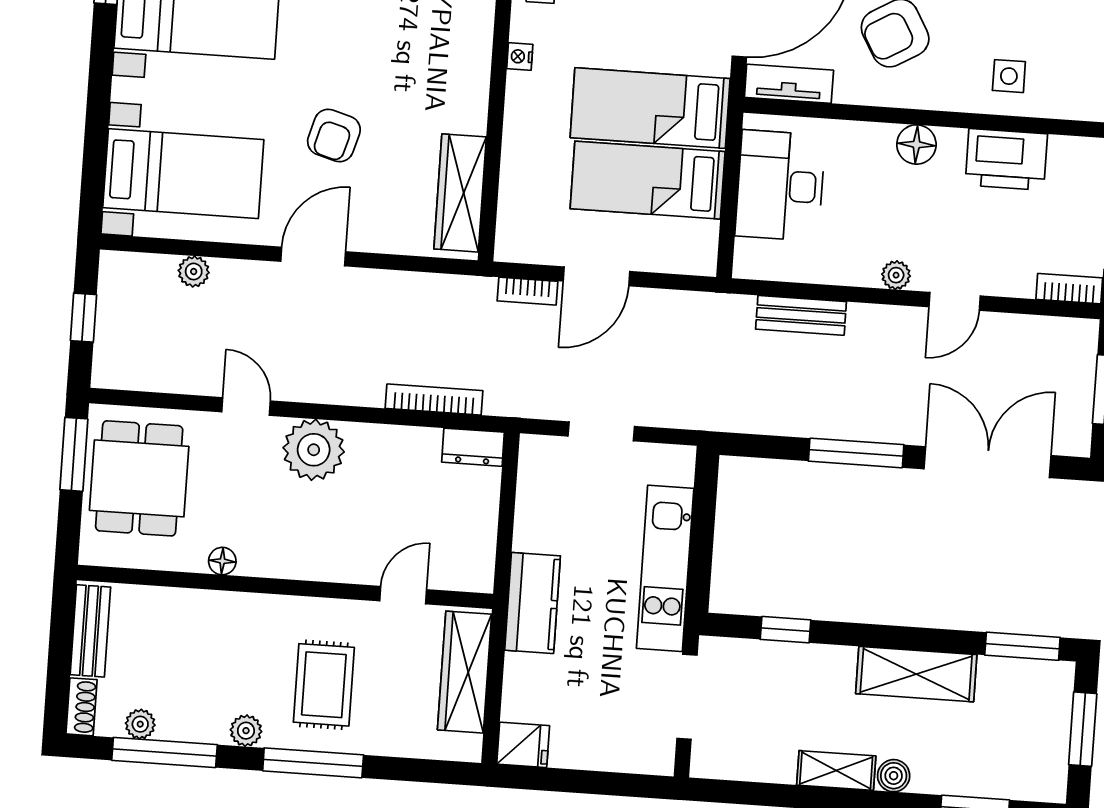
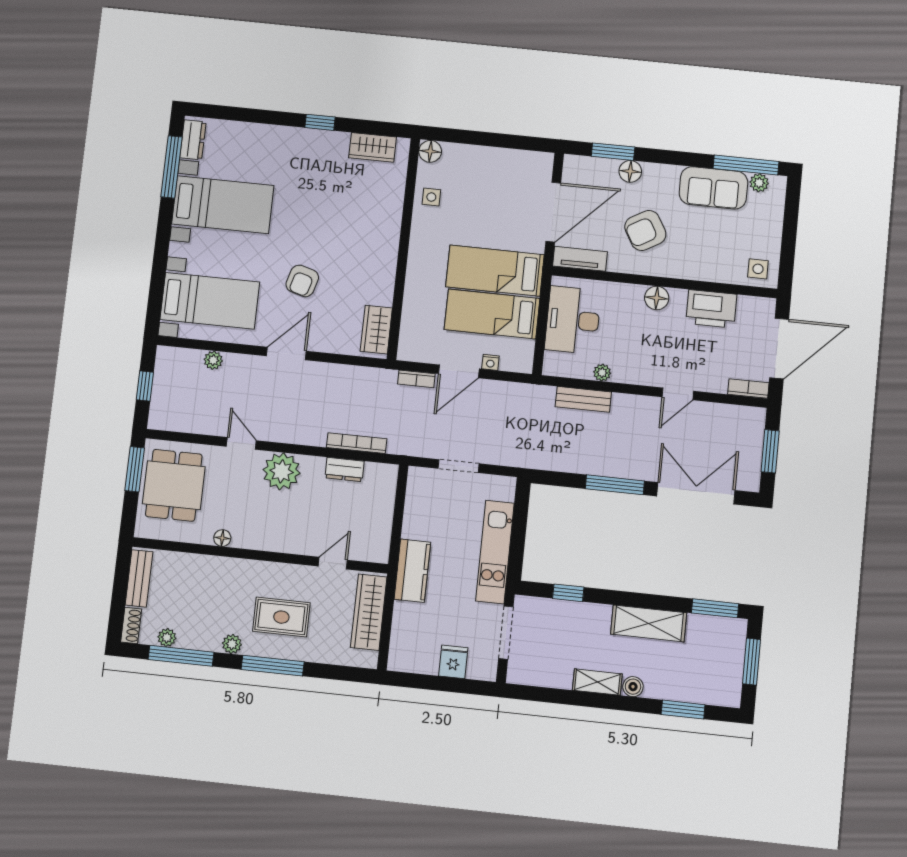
nightstand: (520, 56) -> (490, 362), moved, turned -90
side table: (1009, 76) -> (758, 269), moved
wardrobe: (460, 193) -> (376, 330), width x0.67
plant: (896, 275) -> (602, 373), moved
dresser: (473, 447) -> (345, 470), moved
rug: (324, 685) -> (281, 617), turned 90
fridge: (523, 745) -> (453, 662), moved, turned -90

